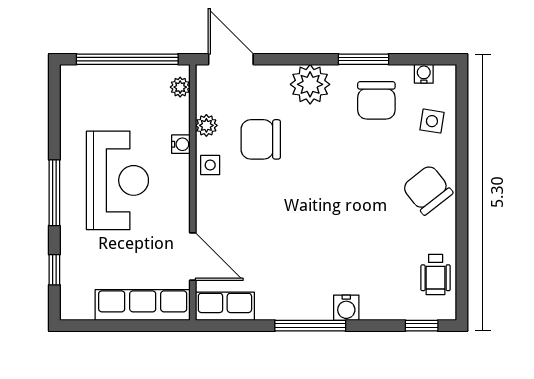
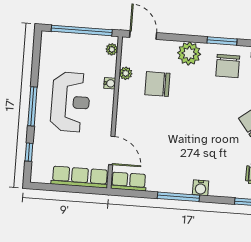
side table: (210, 165) -> (126, 97), removed

